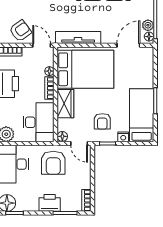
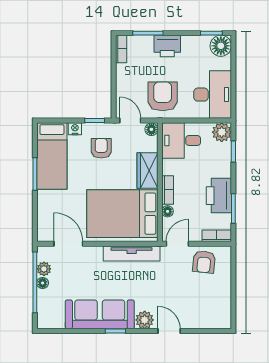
armchair: (20, 31) -> (204, 262), turned -48
floor lamp: (149, 37) -> (43, 283), moved
door: (42, 45) -> (177, 244), swing flipped
door: (128, 45) -> (68, 244), swing flipped
desk: (39, 122) -> (181, 140), width x0.73

